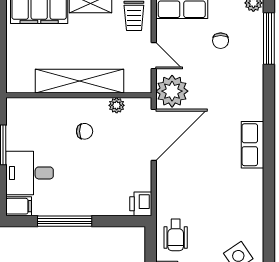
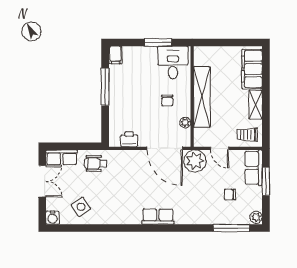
door: (154, 56) -> (220, 148), hinge flipped
desk: (30, 173) -> (173, 62), moved
printer: (141, 204) -> (129, 139), moved

